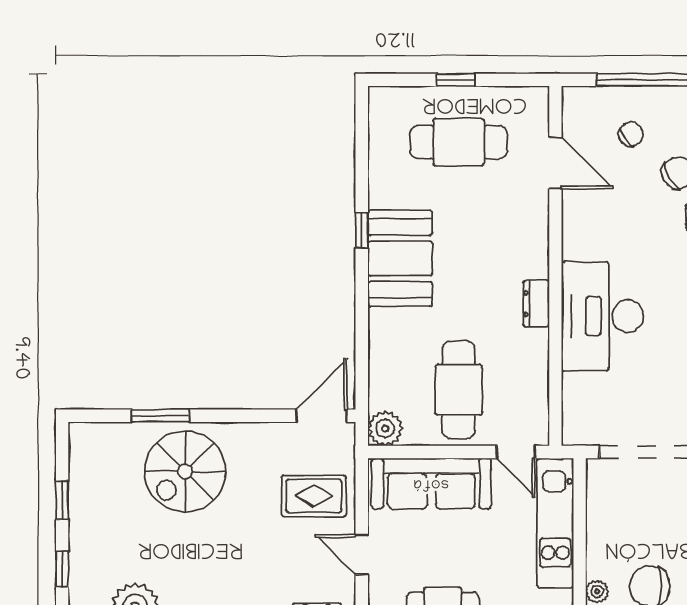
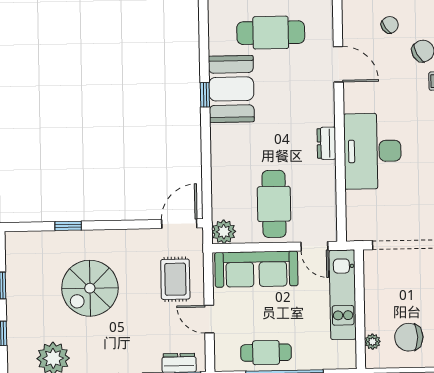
door: (555, 163) -> (338, 64), moved
booth: (400, 258) -> (231, 89), moved
window: (160, 416) -> (68, 226), width x0.67
spiral stairs: (185, 471) -> (90, 288), moved
rug: (314, 496) -> (175, 279), turned 90

